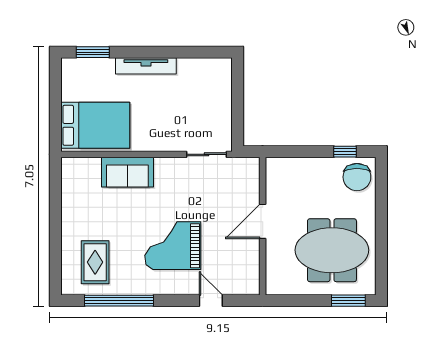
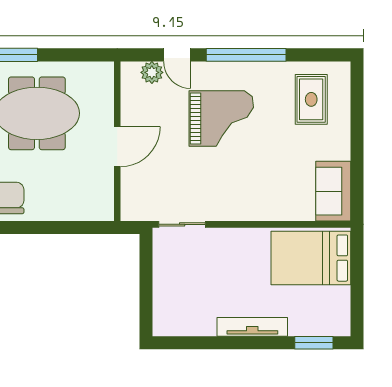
window: (345, 152) -> (22, 228), removed
sofa: (127, 172) -> (333, 191), moved, turned -90
plant: (233, 285) -> (152, 72), added
window: (119, 301) -> (246, 55), moved

